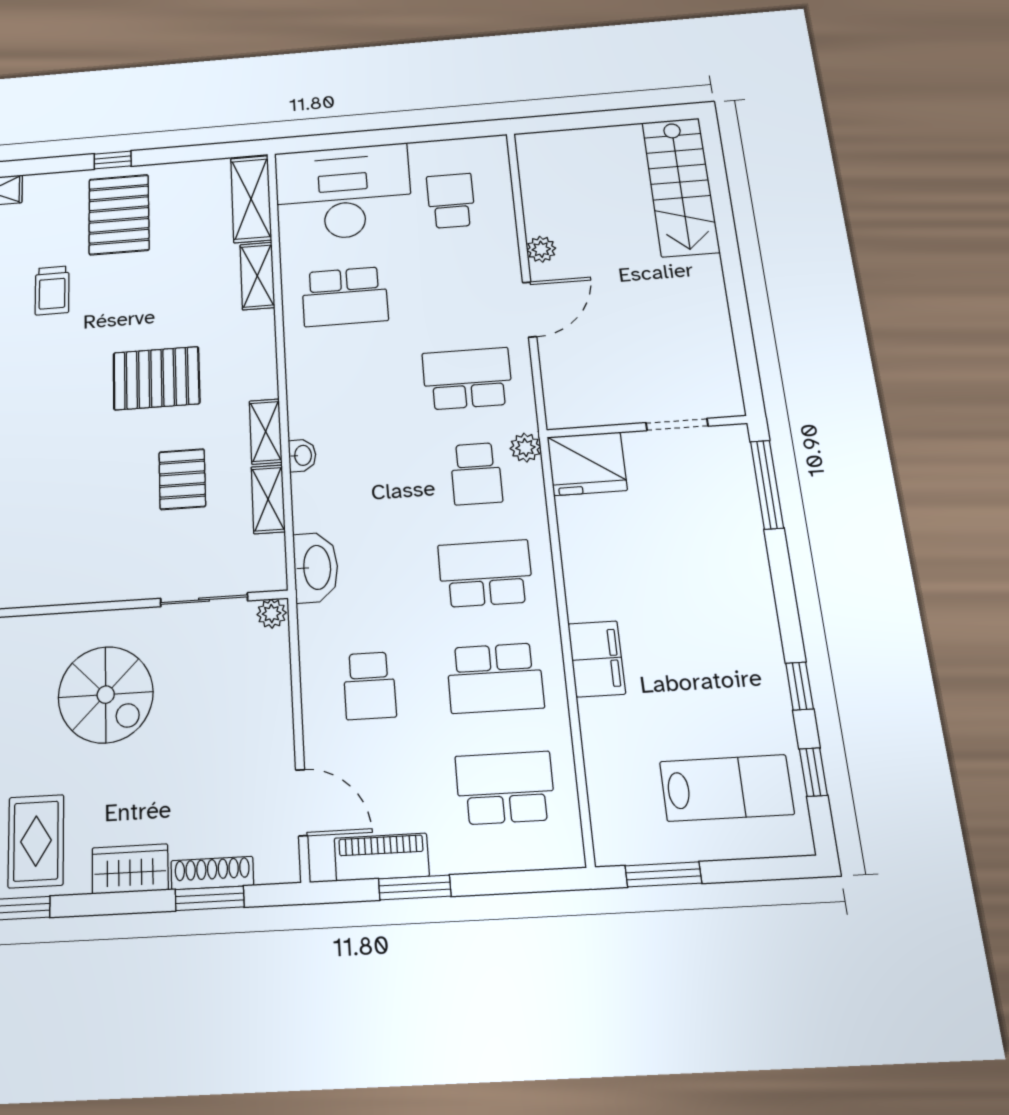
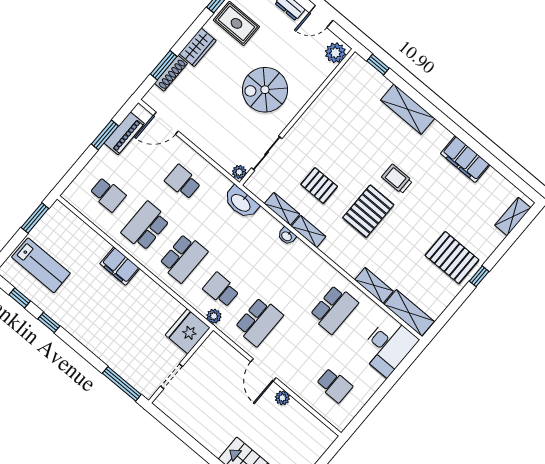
desk: (343, 192) -> (388, 346), width x0.73, depth x0.77
trolley: (52, 290) -> (397, 179), moved
school desk: (345, 297) -> (334, 309), turned 180
school desk: (505, 788) -> (108, 194), width x0.54
lab bench: (727, 788) -> (41, 265), turned -90

